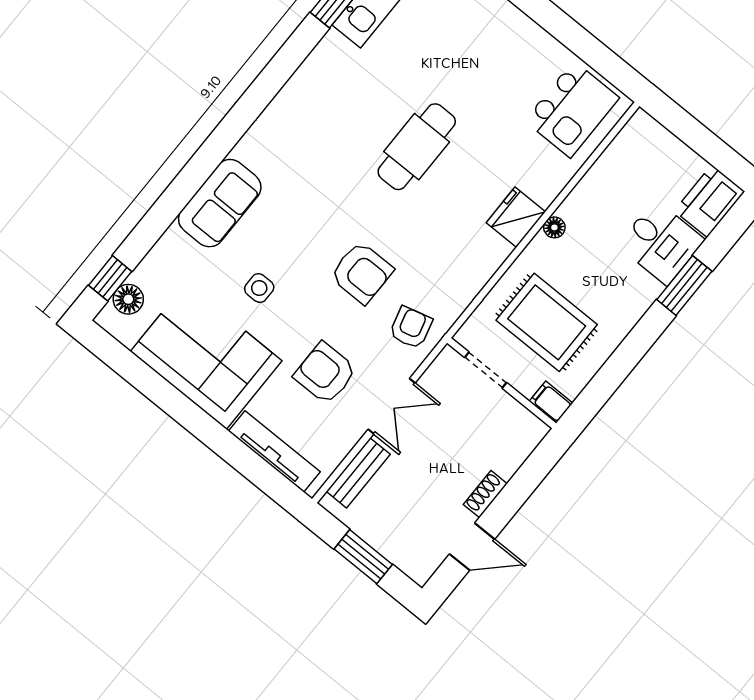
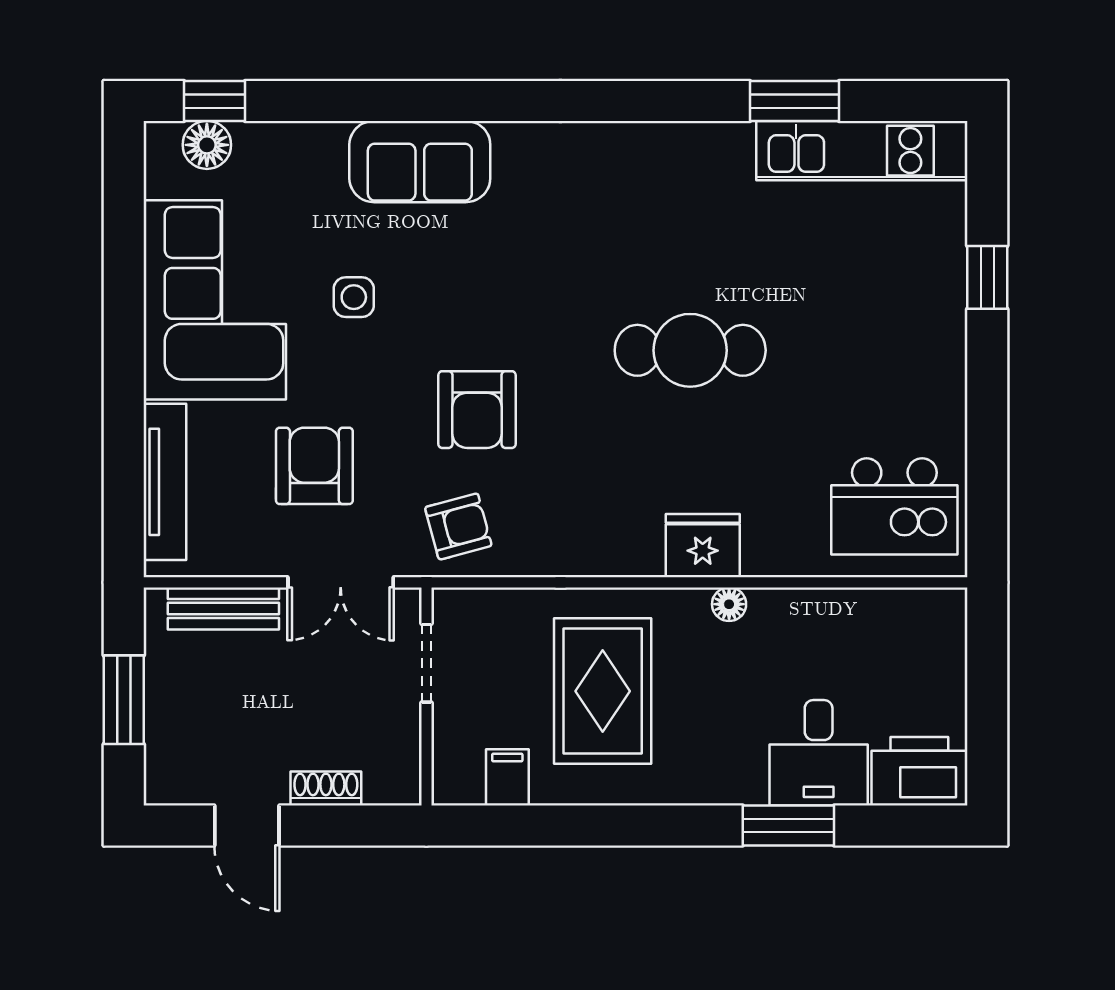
doorway: (486, 370) -> (426, 663), moved
wall: (502, 383) -> (426, 696), moved

